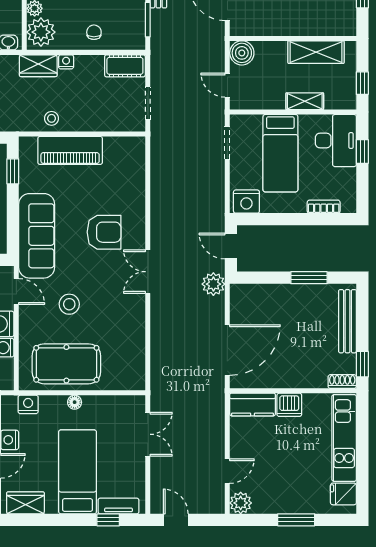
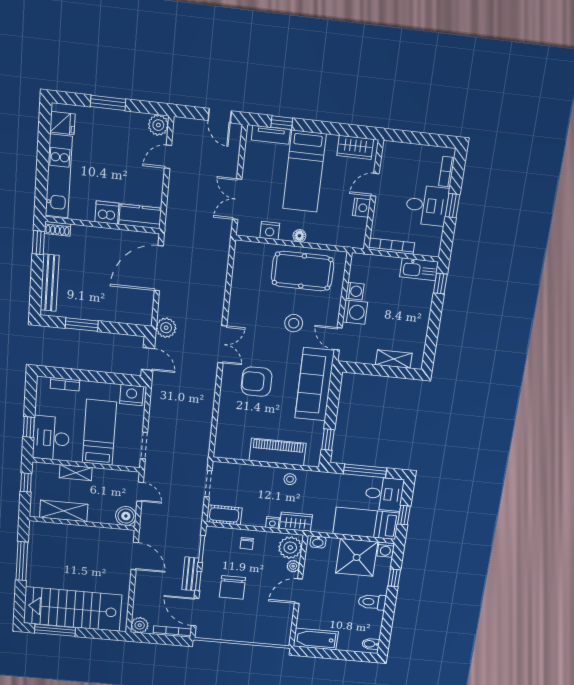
nightstand: (28, 404) -> (270, 231), moved

